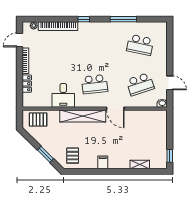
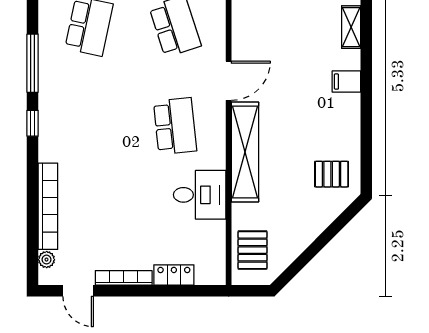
window: (84, 19) -> (33, 123), moved
window: (45, 154) -> (329, 234), removed
filing cabinet: (103, 162) -> (346, 82), moved

